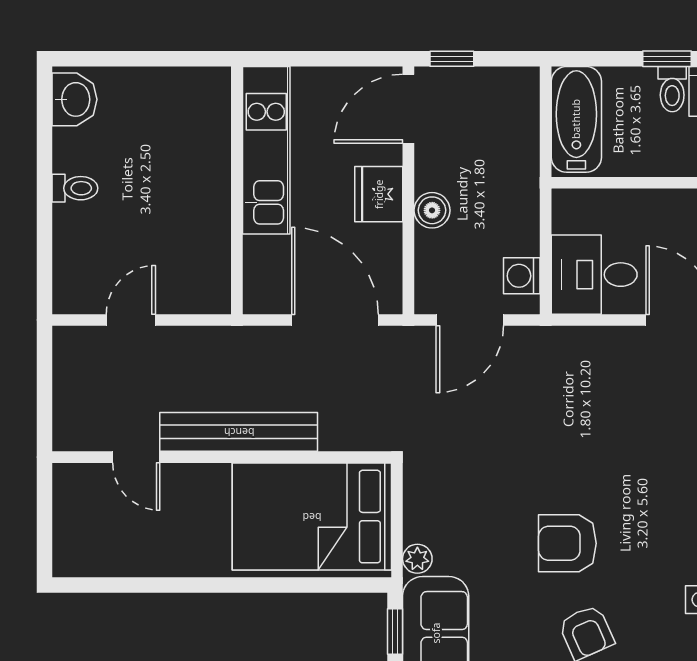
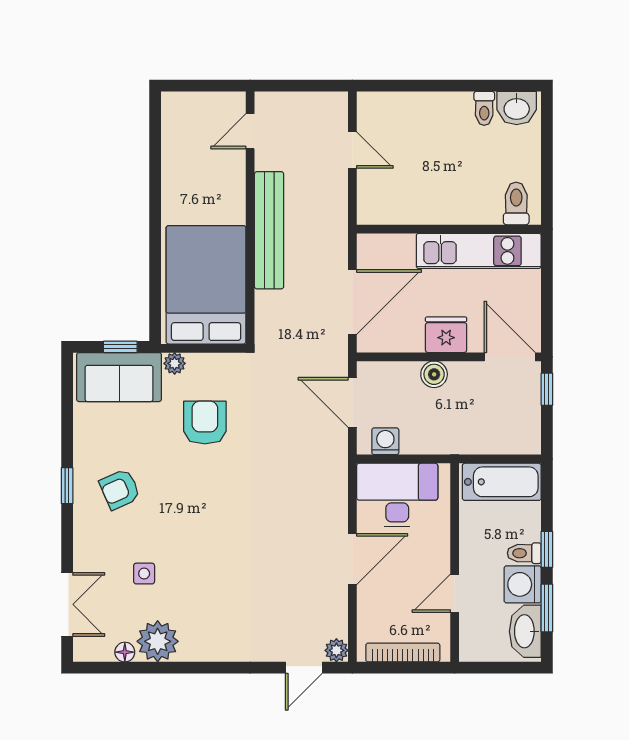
toilet: (203, 100) -> (516, 203), added
toilet: (75, 188) -> (484, 108), moved
desk: (594, 275) -> (397, 495), width x1.37
door: (136, 457) -> (250, 131), moved
armchair: (567, 543) -> (205, 422), moved

